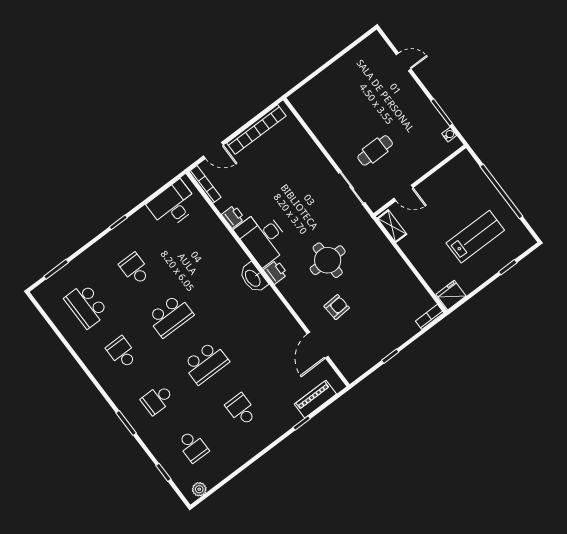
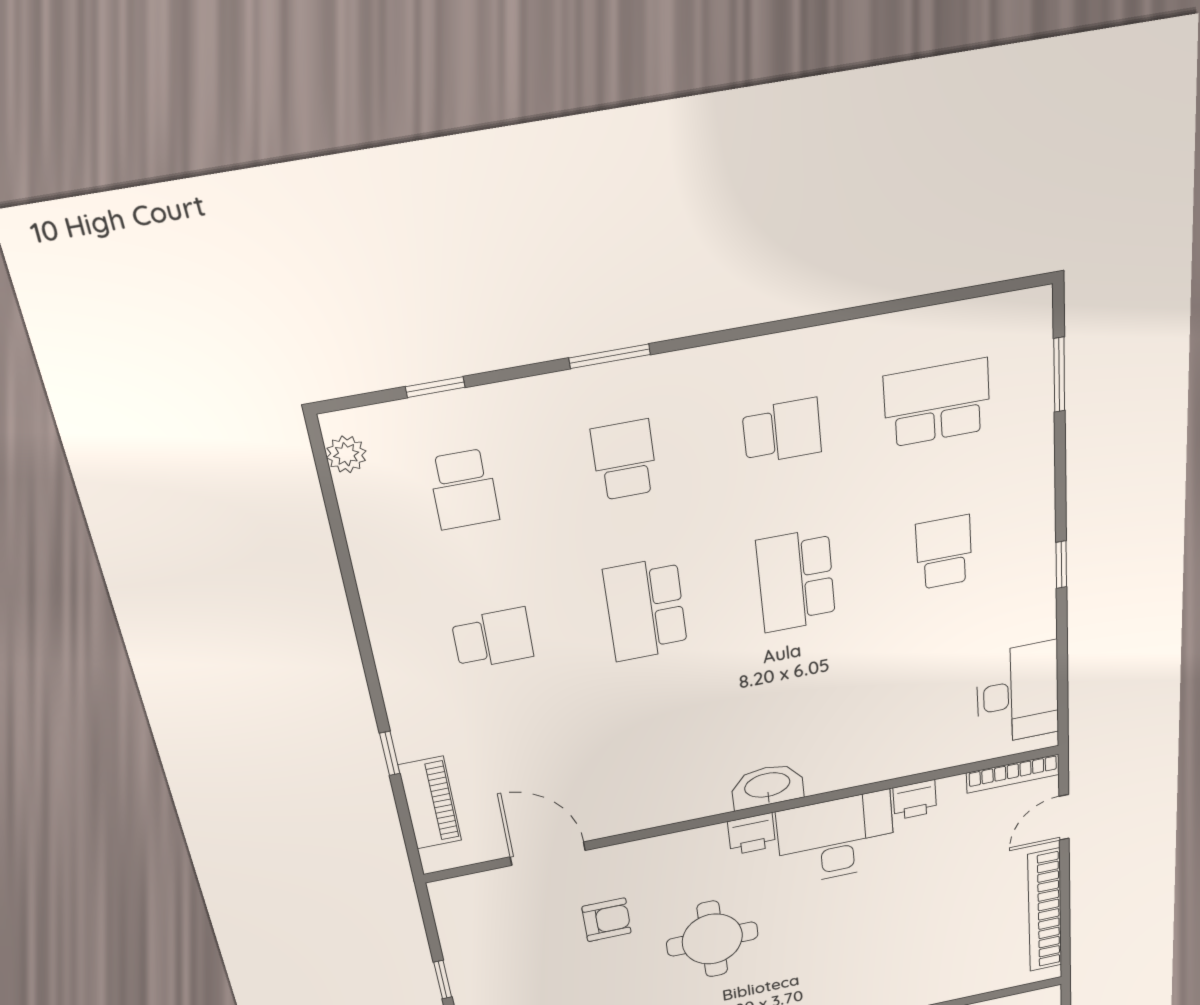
school desk: (135, 269) -> (944, 552), turned -90
armchair: (337, 307) -> (607, 920), turned -86
school desk: (193, 446) -> (464, 489), turned -90

